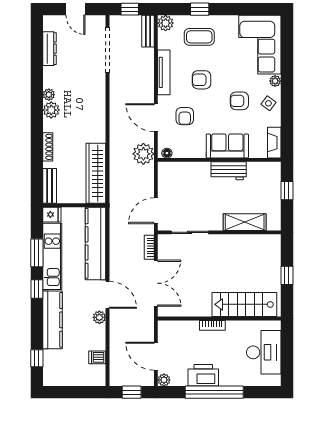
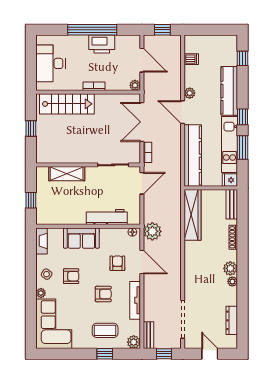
workbench: (229, 171) -> (107, 217), moved, width x1.38
plant: (164, 380) -> (135, 85), moved

